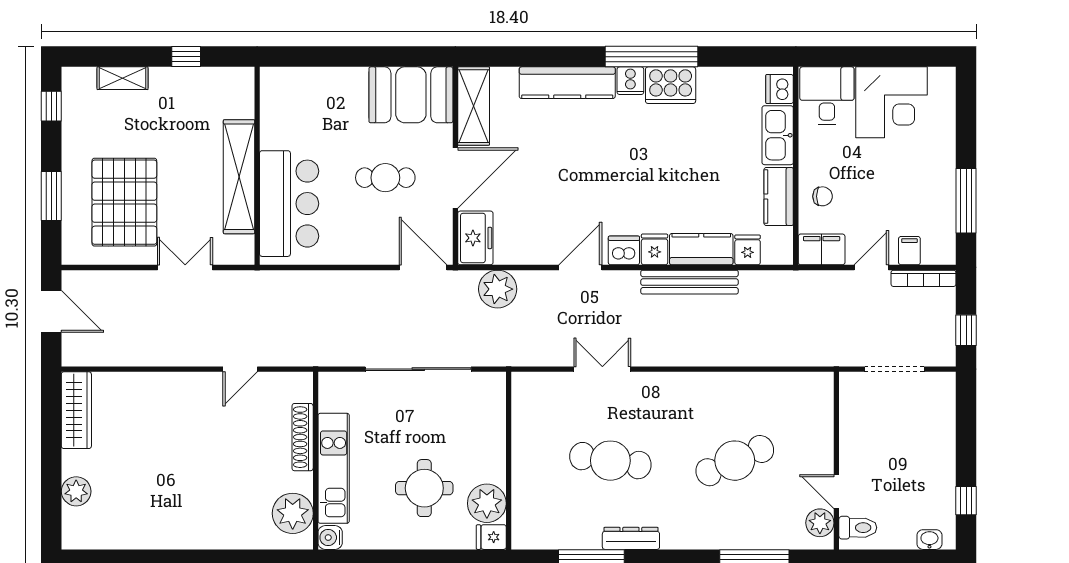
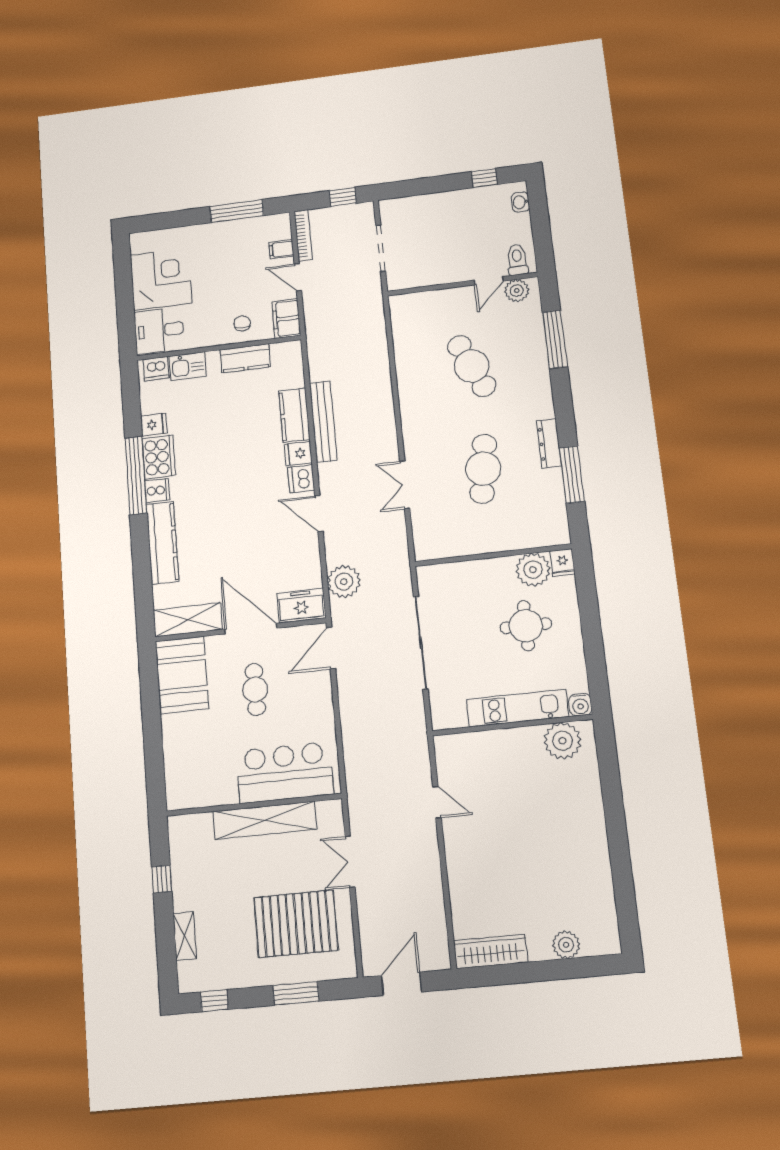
kitchen sink: (778, 135) -> (188, 366), width x0.73
fridge: (748, 250) -> (154, 425), moved, turned 180
shoe rack: (303, 437) -> (492, 739), removed

